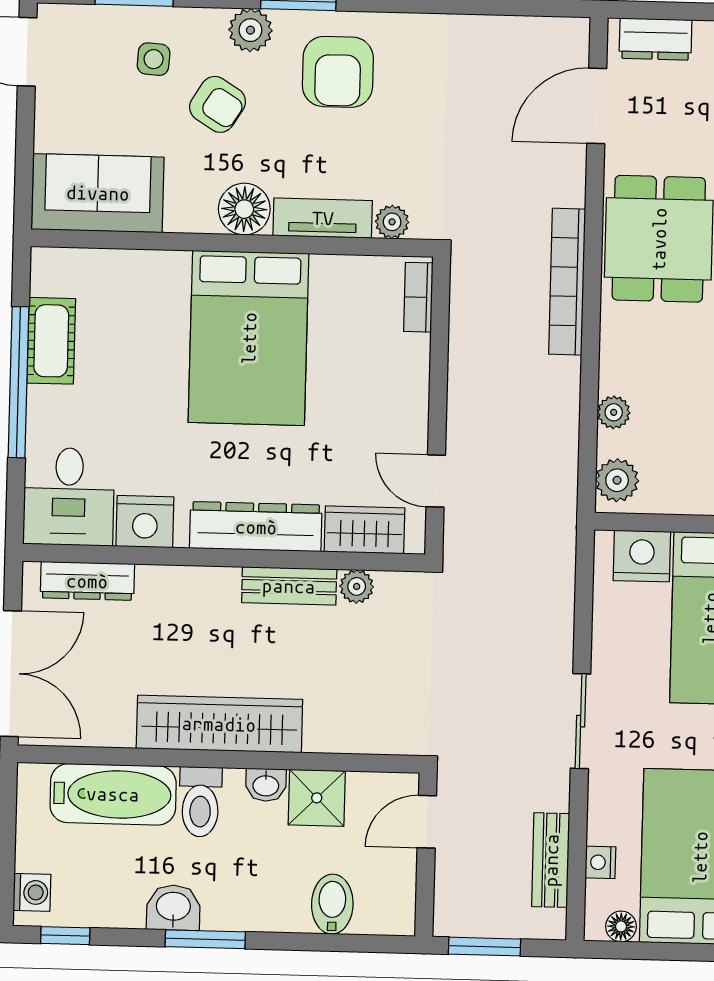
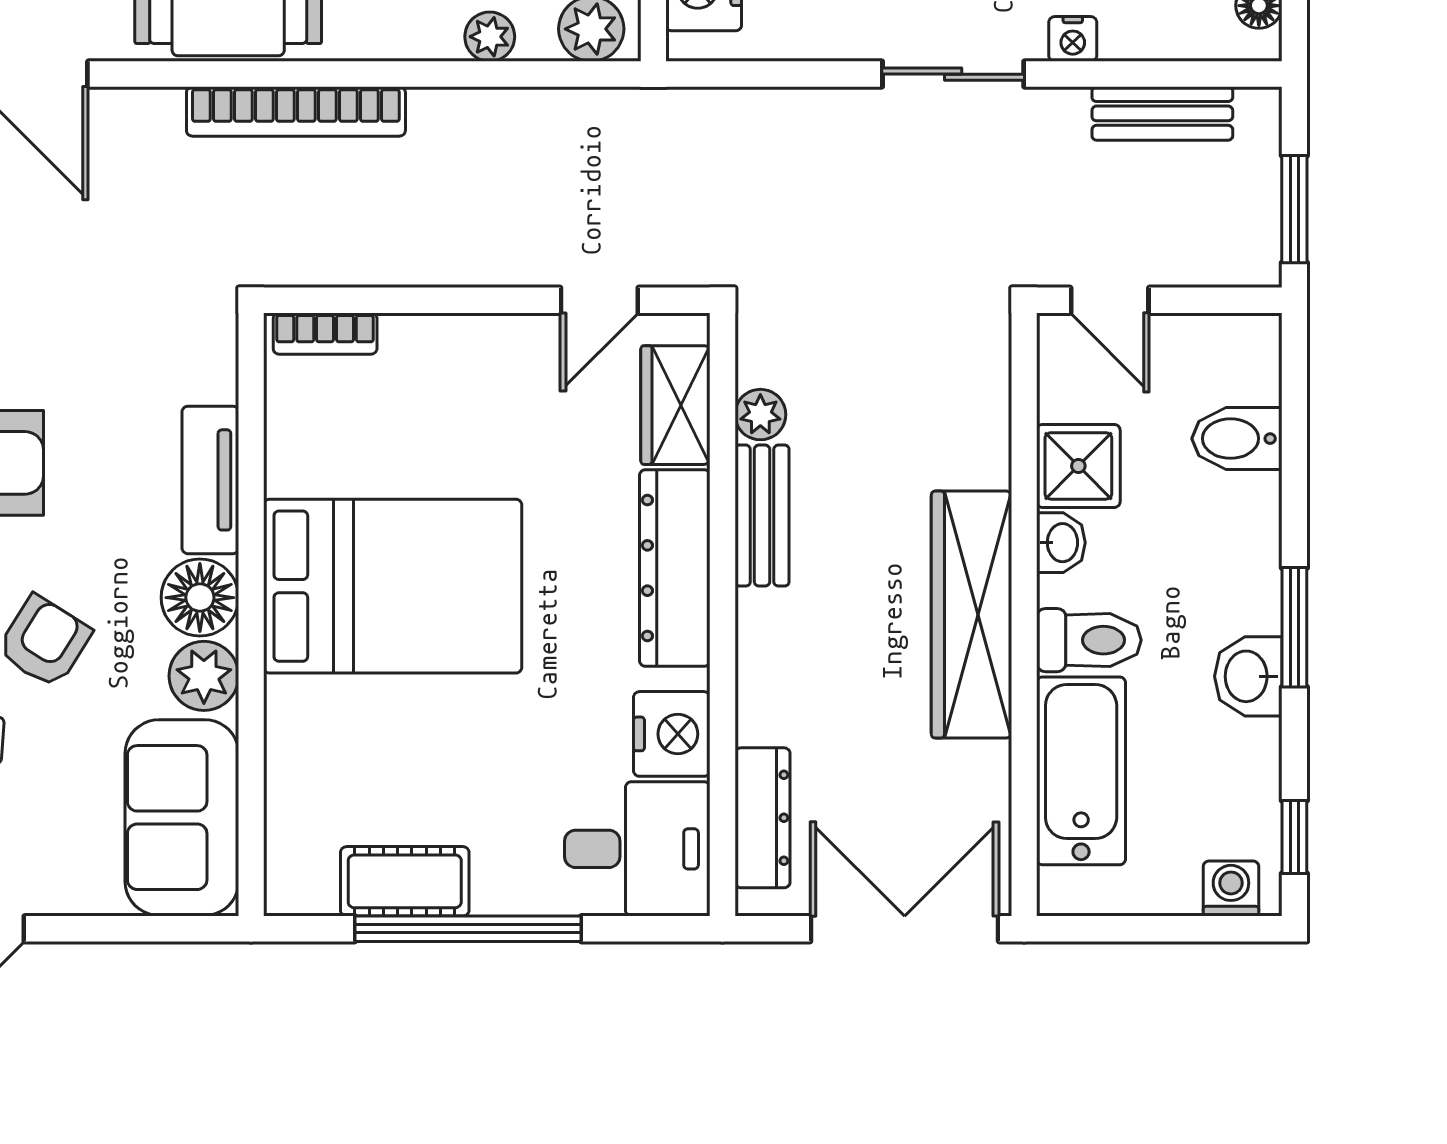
plant: (392, 222) -> (204, 676), moved, width x1.38, depth x1.38
nightstand: (600, 862) -> (1073, 39), moved

